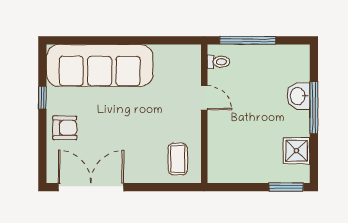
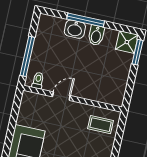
bidet: (296, 127) -> (96, 35), added
shower: (296, 151) -> (127, 42), moved

